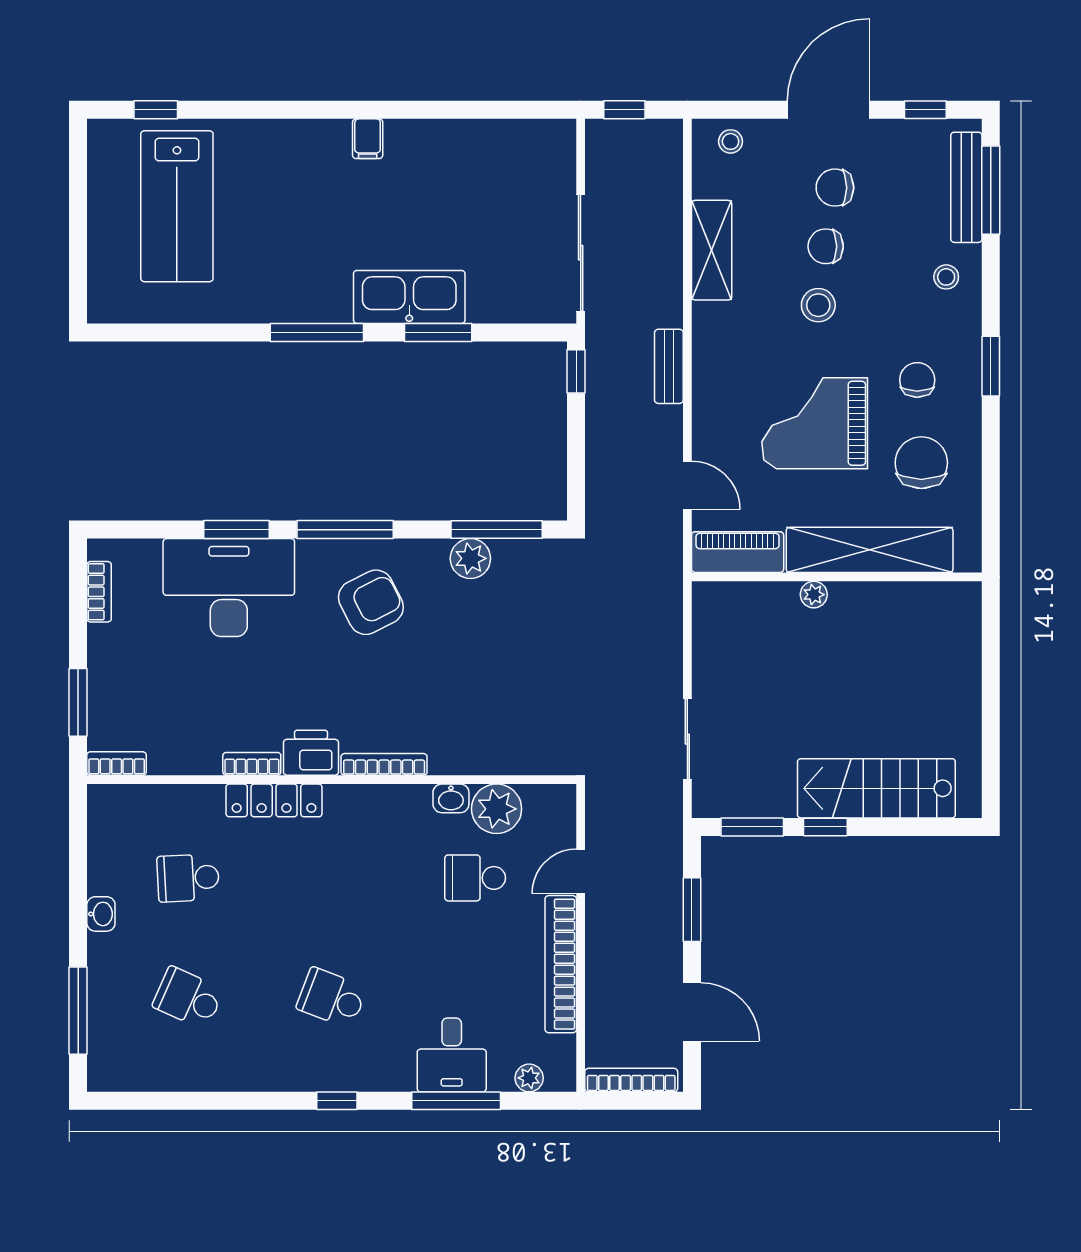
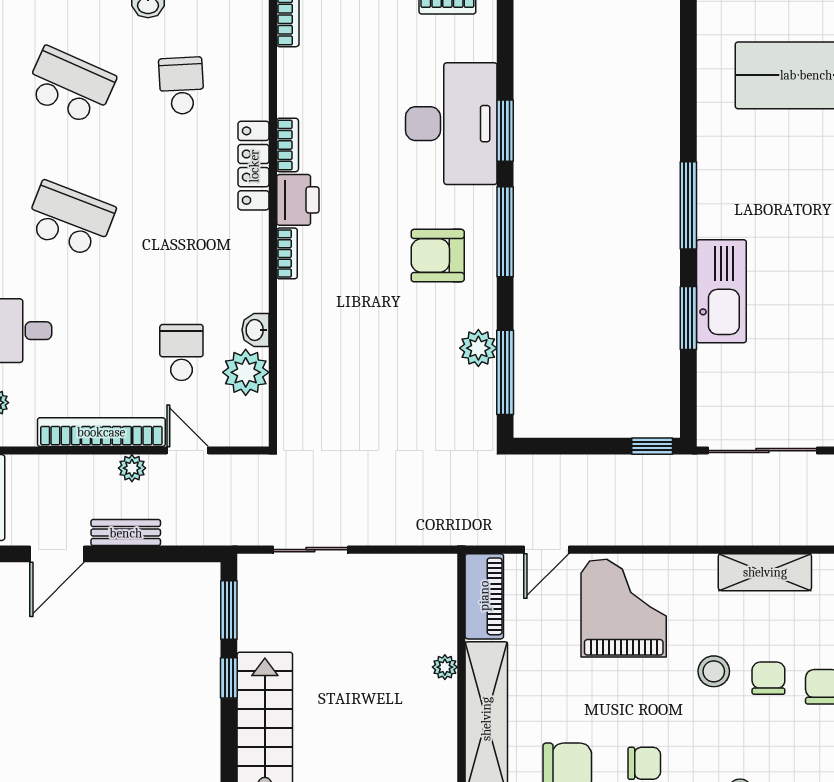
bench: (669, 366) -> (126, 533), moved
grand piano: (815, 423) -> (624, 608), moved
armchair: (371, 602) -> (438, 256), turned 117
bookcase: (384, 764) -> (287, 253), width x0.64
window: (692, 910) -> (152, 554), removed
plant: (600, 931) -> (132, 468), added
school desk: (188, 998) -> (70, 86), width x1.85
school desk: (332, 998) -> (70, 219), width x1.85

